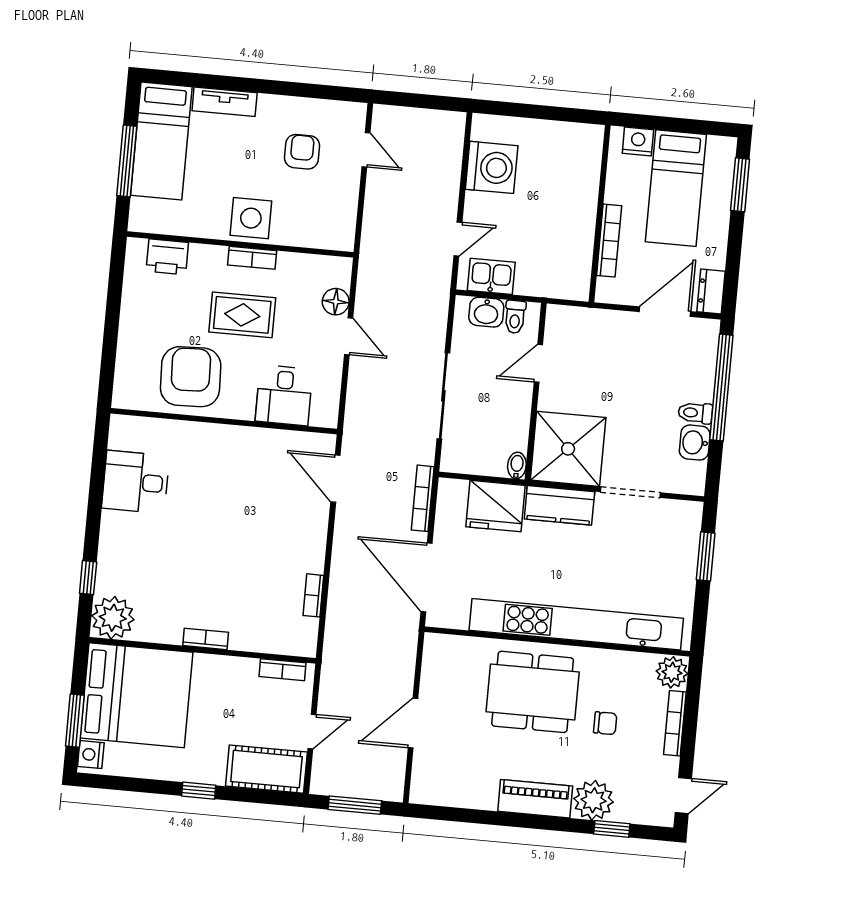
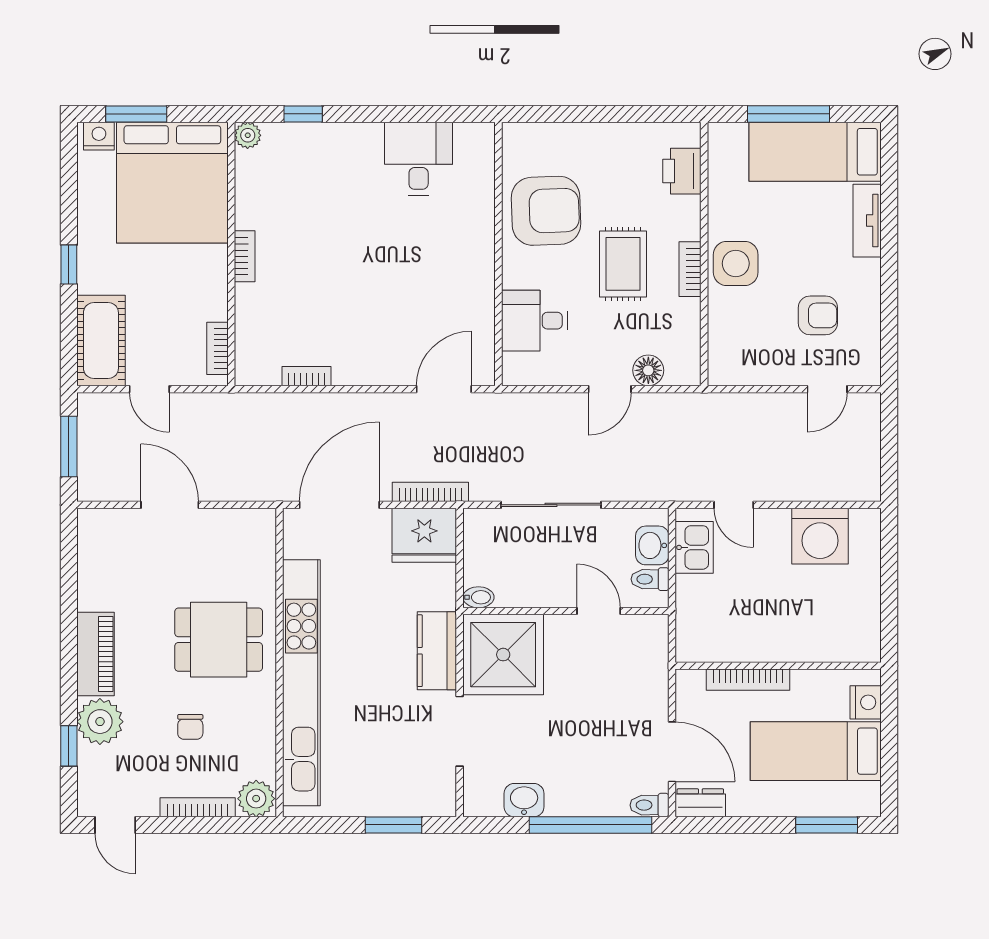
toilet: (695, 413) -> (649, 805), moved, turned -90
fridge: (496, 506) -> (424, 535), moved, turned -90
plant: (113, 618) -> (248, 135), width x0.53, depth x0.53
dining table: (533, 692) -> (219, 640), width x0.73

